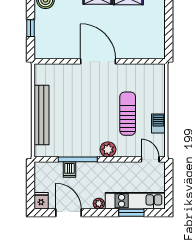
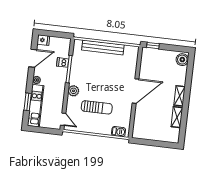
window: (30, 28) -> (153, 46), moved
barbecue: (158, 123) -> (119, 132), moved
door: (150, 159) -> (63, 119), hinge flipped

